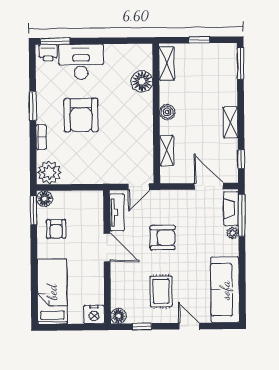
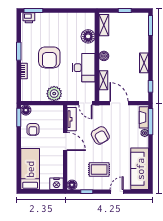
desk: (81, 62) -> (84, 68), moved, turned 90
plant: (49, 172) -> (54, 94), moved
door: (209, 186) -> (119, 103), moved
door: (139, 187) -> (85, 103), hinge flipped
armchair: (163, 238) -> (100, 135), turned 60
rug: (161, 291) -> (99, 169), turned 90
door: (189, 326) -> (117, 192), hinge flipped

